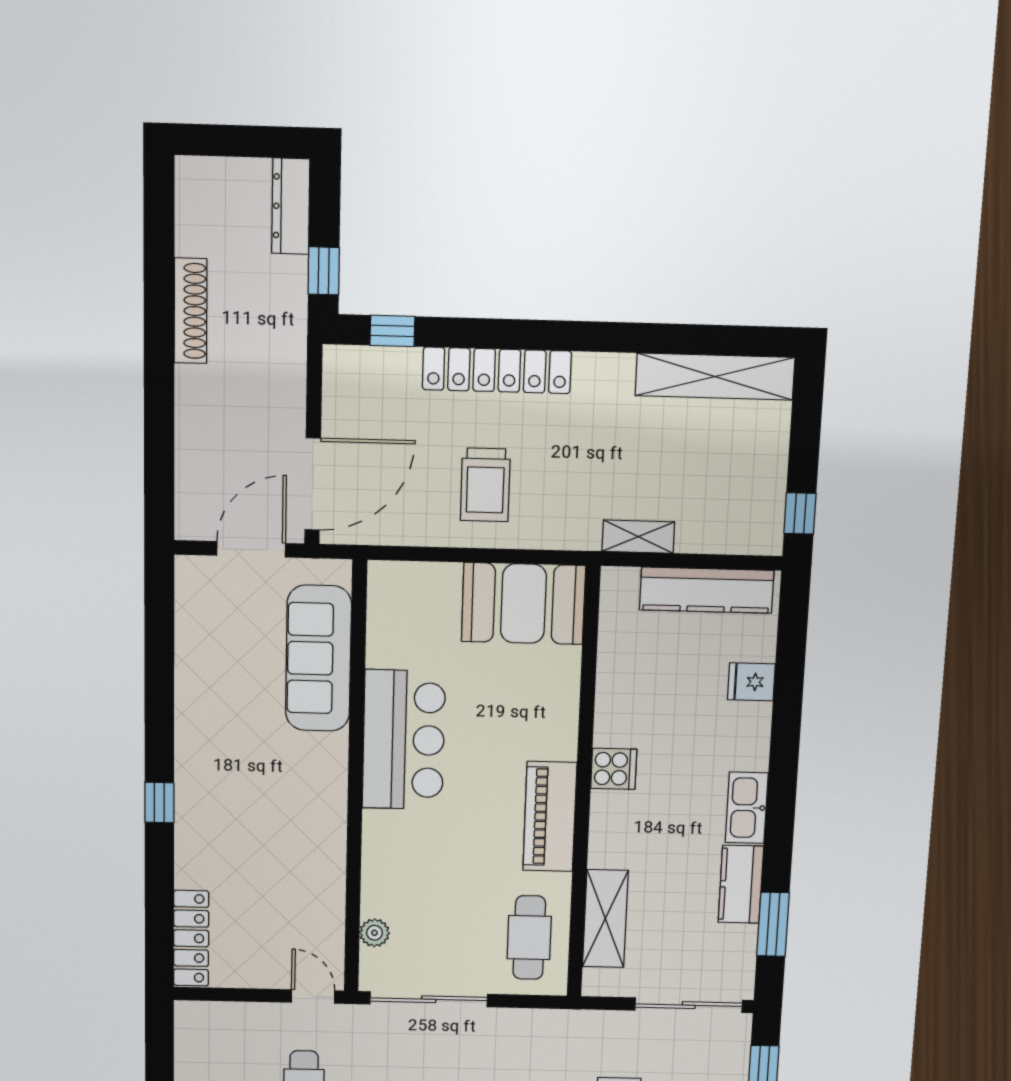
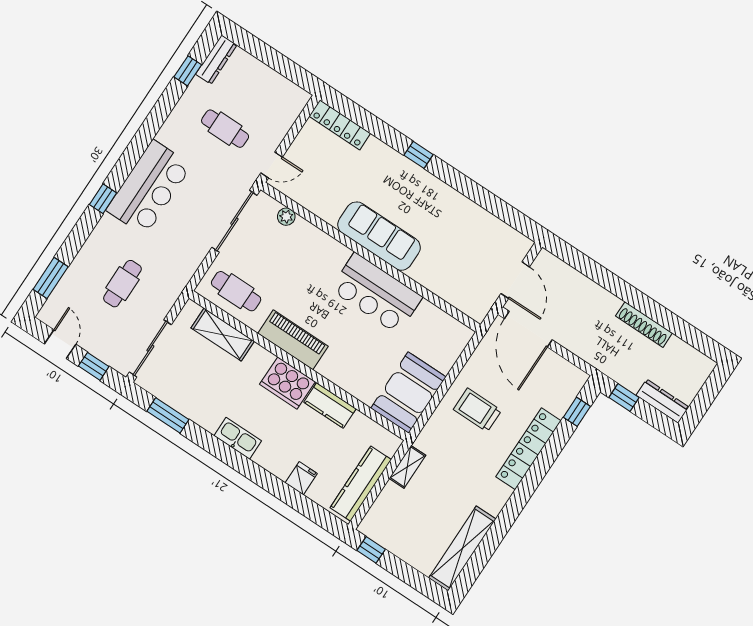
sofa: (318, 658) -> (379, 236), moved
cooker: (614, 769) -> (287, 383), width x1.87, depth x1.31
kitchen counter: (741, 884) -> (330, 405), moved, turned 180

